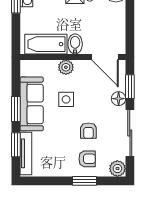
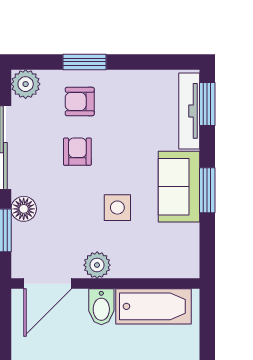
door: (105, 57) -> (48, 284), swing flipped
plant: (66, 67) -> (97, 265), moved
sofa: (32, 104) -> (179, 187), width x0.73
window: (16, 145) -> (207, 104), moved

